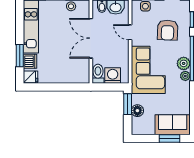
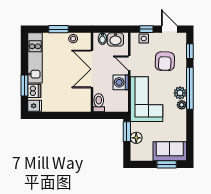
washing machine: (113, 76) -> (121, 82), moved, turned -90

